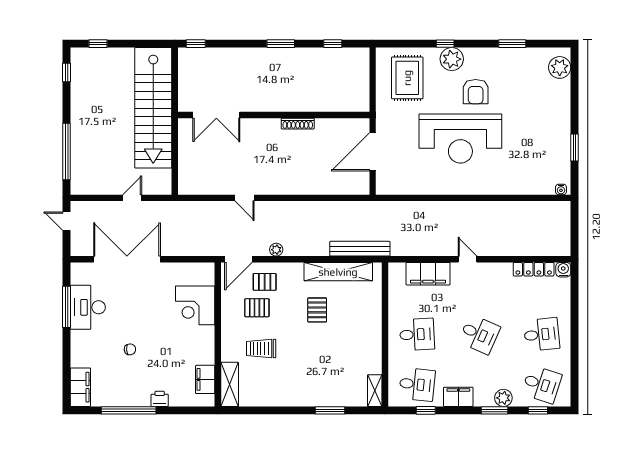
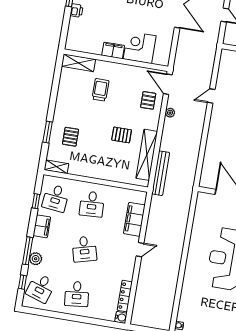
pallet: (257, 308) -> (71, 137), moved
desk: (479, 334) -> (84, 249), turned -39
filing cabinet: (205, 379) -> (113, 50), moved
window: (495, 410) -> (28, 251), width x1.44

